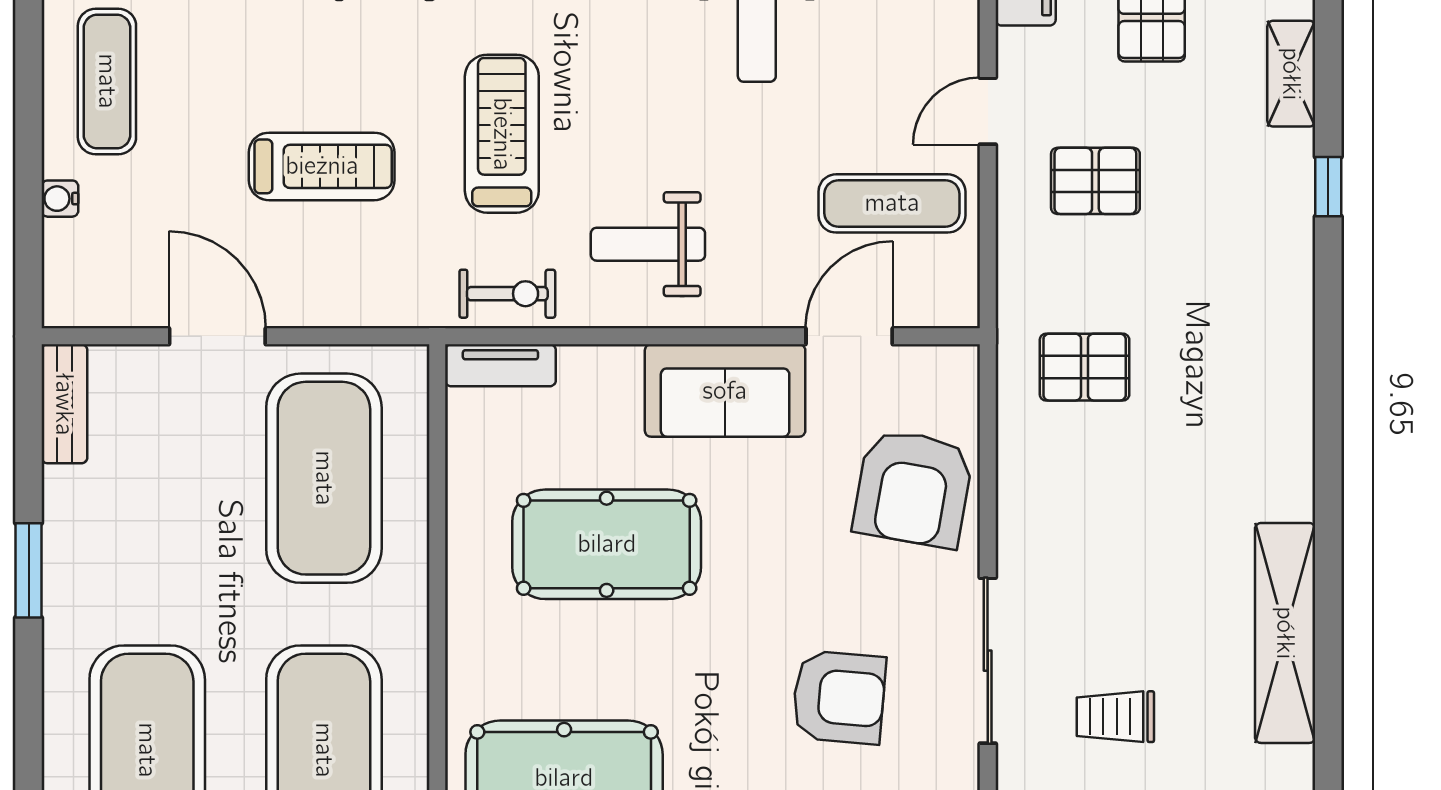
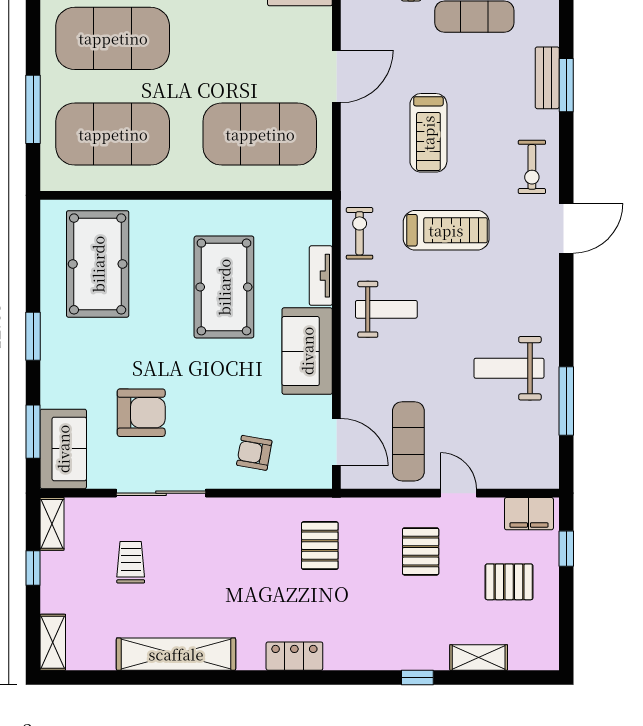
weight bench: (648, 244) -> (386, 309), turned 90
exercise bike: (507, 294) -> (360, 233), turned 180
door: (849, 336) -> (336, 442), moved
tv unit: (500, 365) -> (321, 276), moved
locker: (1289, 414) -> (294, 656), added
armchair: (913, 488) -> (254, 453), width x0.53, depth x0.53
armchair: (839, 697) -> (141, 413), turned -95

